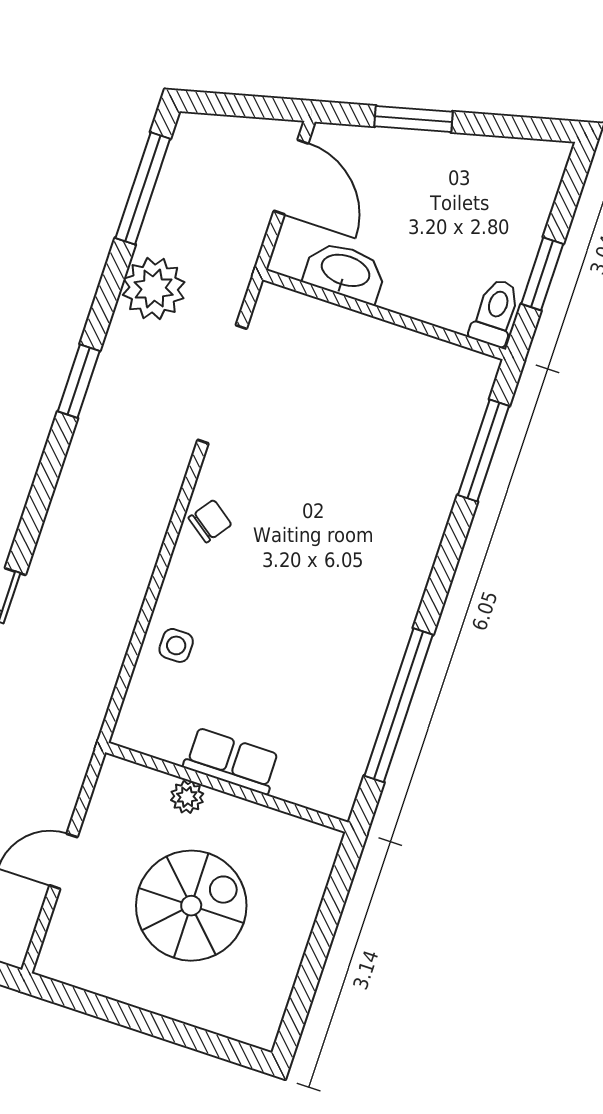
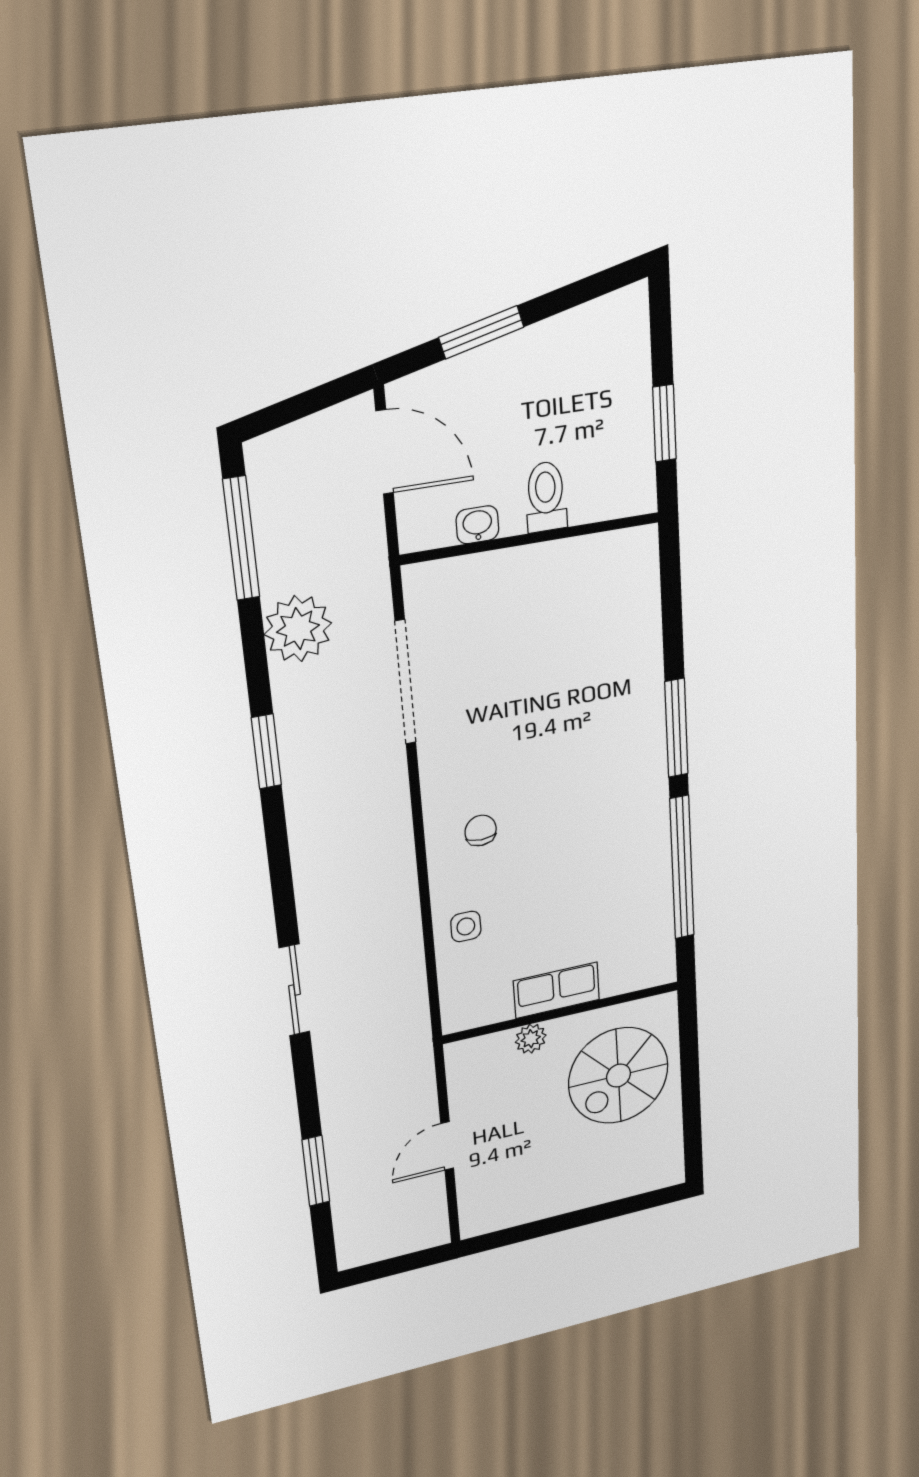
washbasin: (345, 272) -> (477, 525), width x0.52, depth x0.69
toilet: (495, 313) -> (546, 497), moved
window: (483, 451) -> (676, 728), moved
chair: (210, 521) -> (481, 830), moved, turned -36
spiral stairs: (191, 906) -> (618, 1076), moved, turned 180

